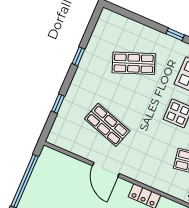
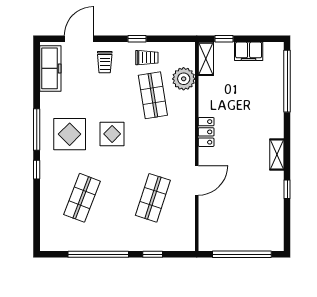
window: (78, 56) -> (98, 254), width x3.17
shop shelf: (134, 63) -> (82, 198), turned 42

